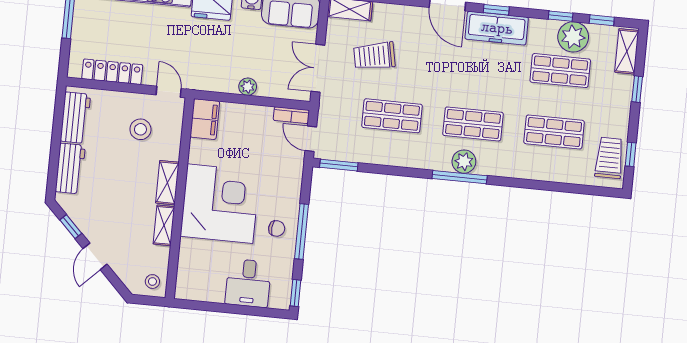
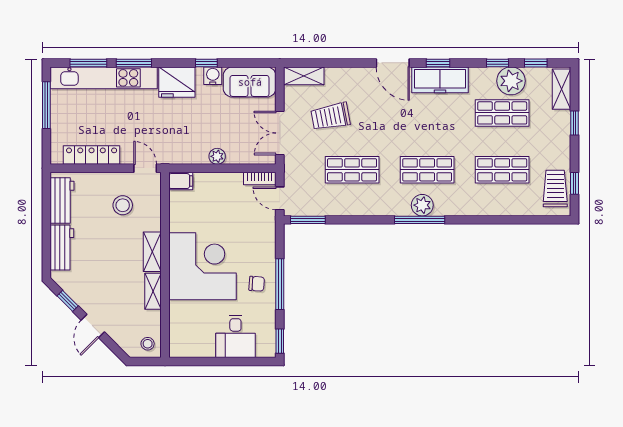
filing cabinet: (205, 119) -> (181, 181), width x0.50

